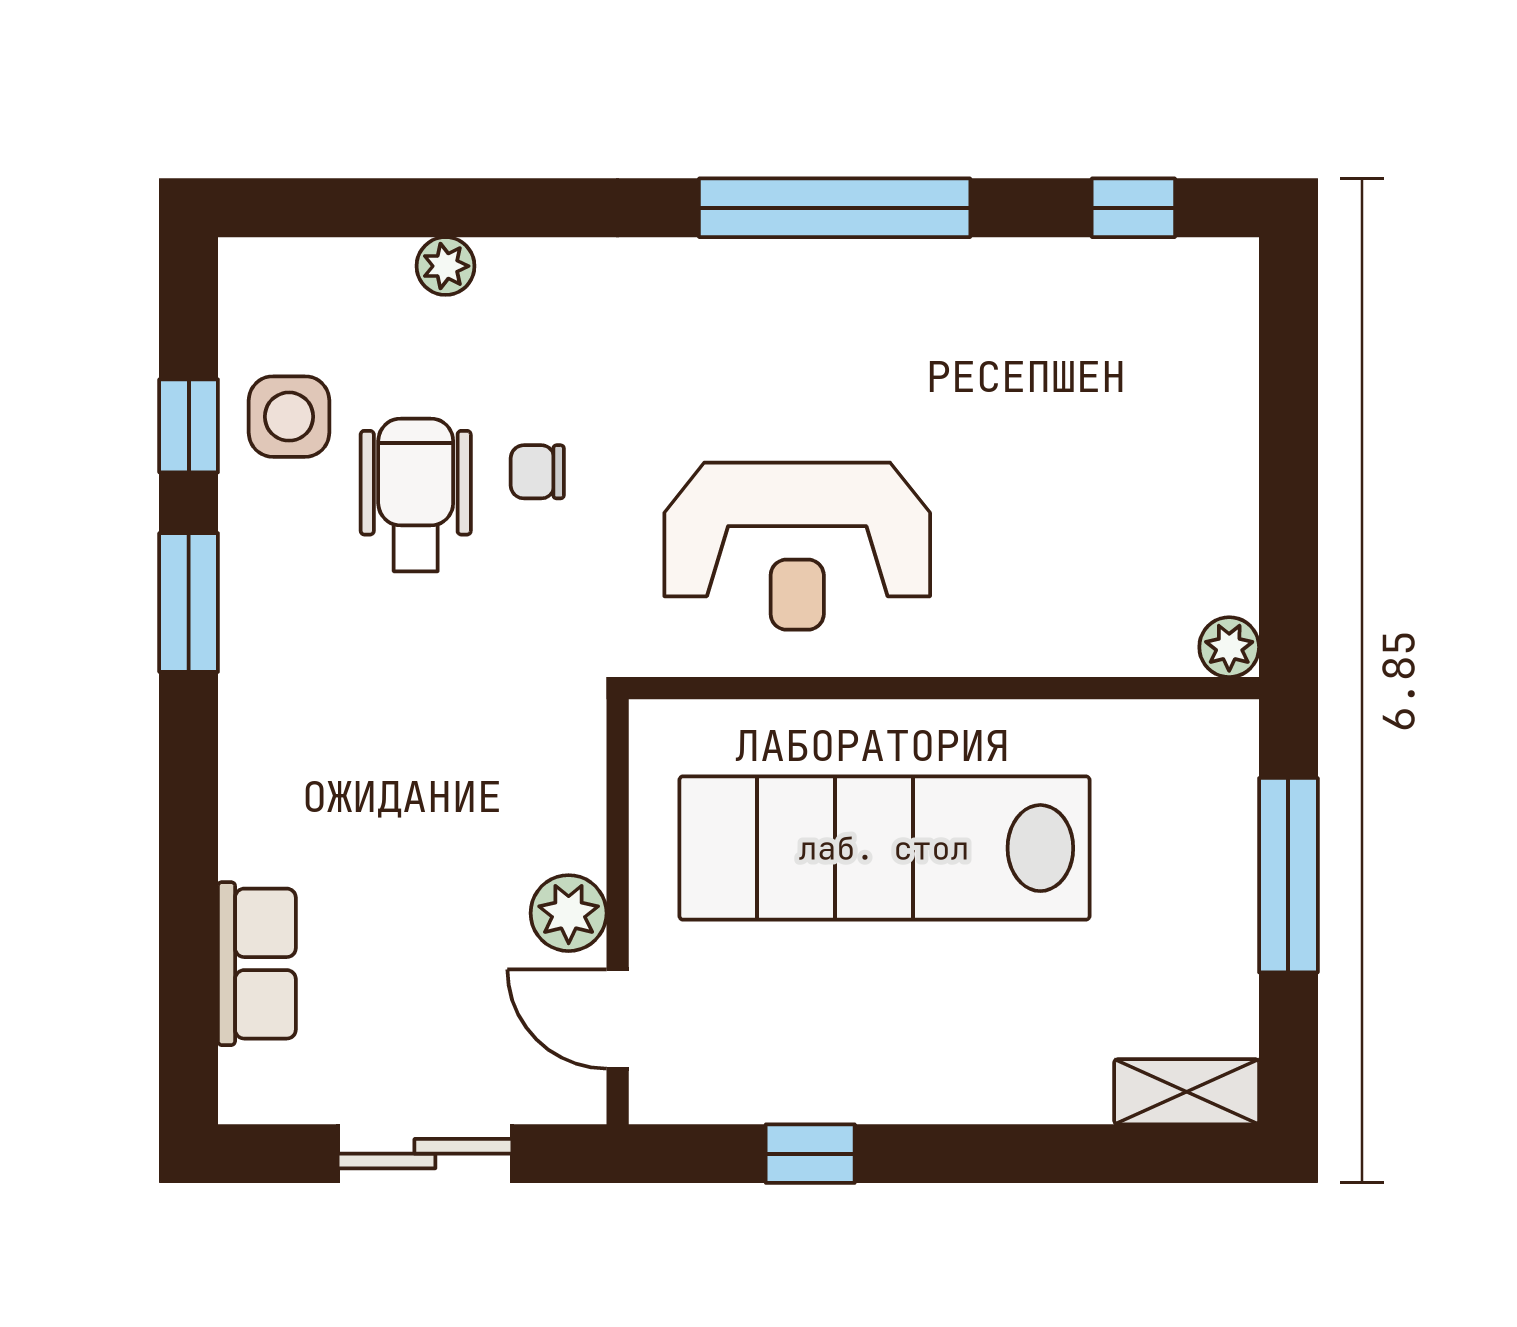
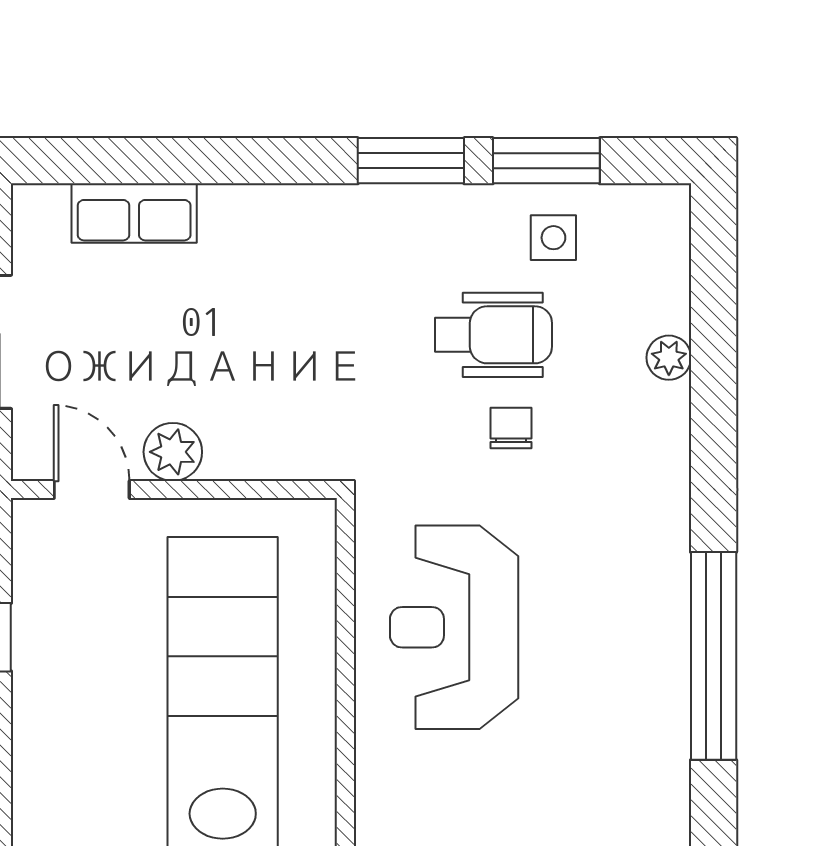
side table: (289, 417) -> (553, 238), width x0.73, depth x0.73
window: (189, 426) -> (546, 161), width x1.50
door: (618, 1019) -> (92, 489), hinge flipped

